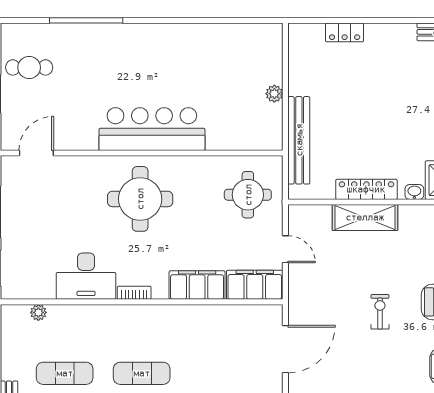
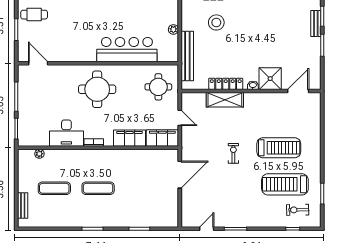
stool: (350, 81) -> (216, 22), added
bar counter: (152, 129) -> (127, 50), moved
door: (36, 153) -> (38, 63), hinge flipped

